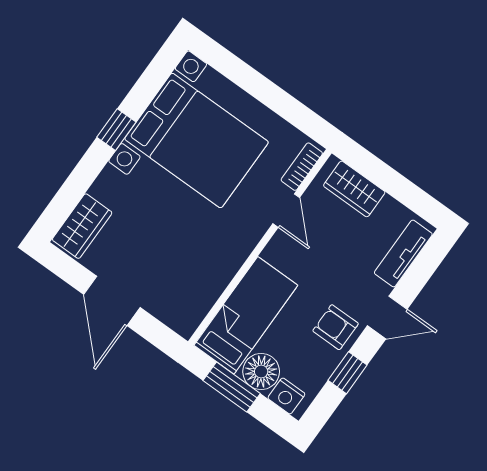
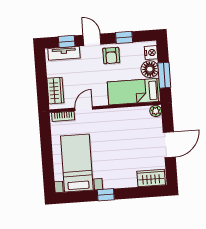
bed with nightstands: (196, 140) -> (77, 163), width x0.73
window: (419, 274) -> (67, 42), added
plant: (185, 324) -> (156, 111), added

